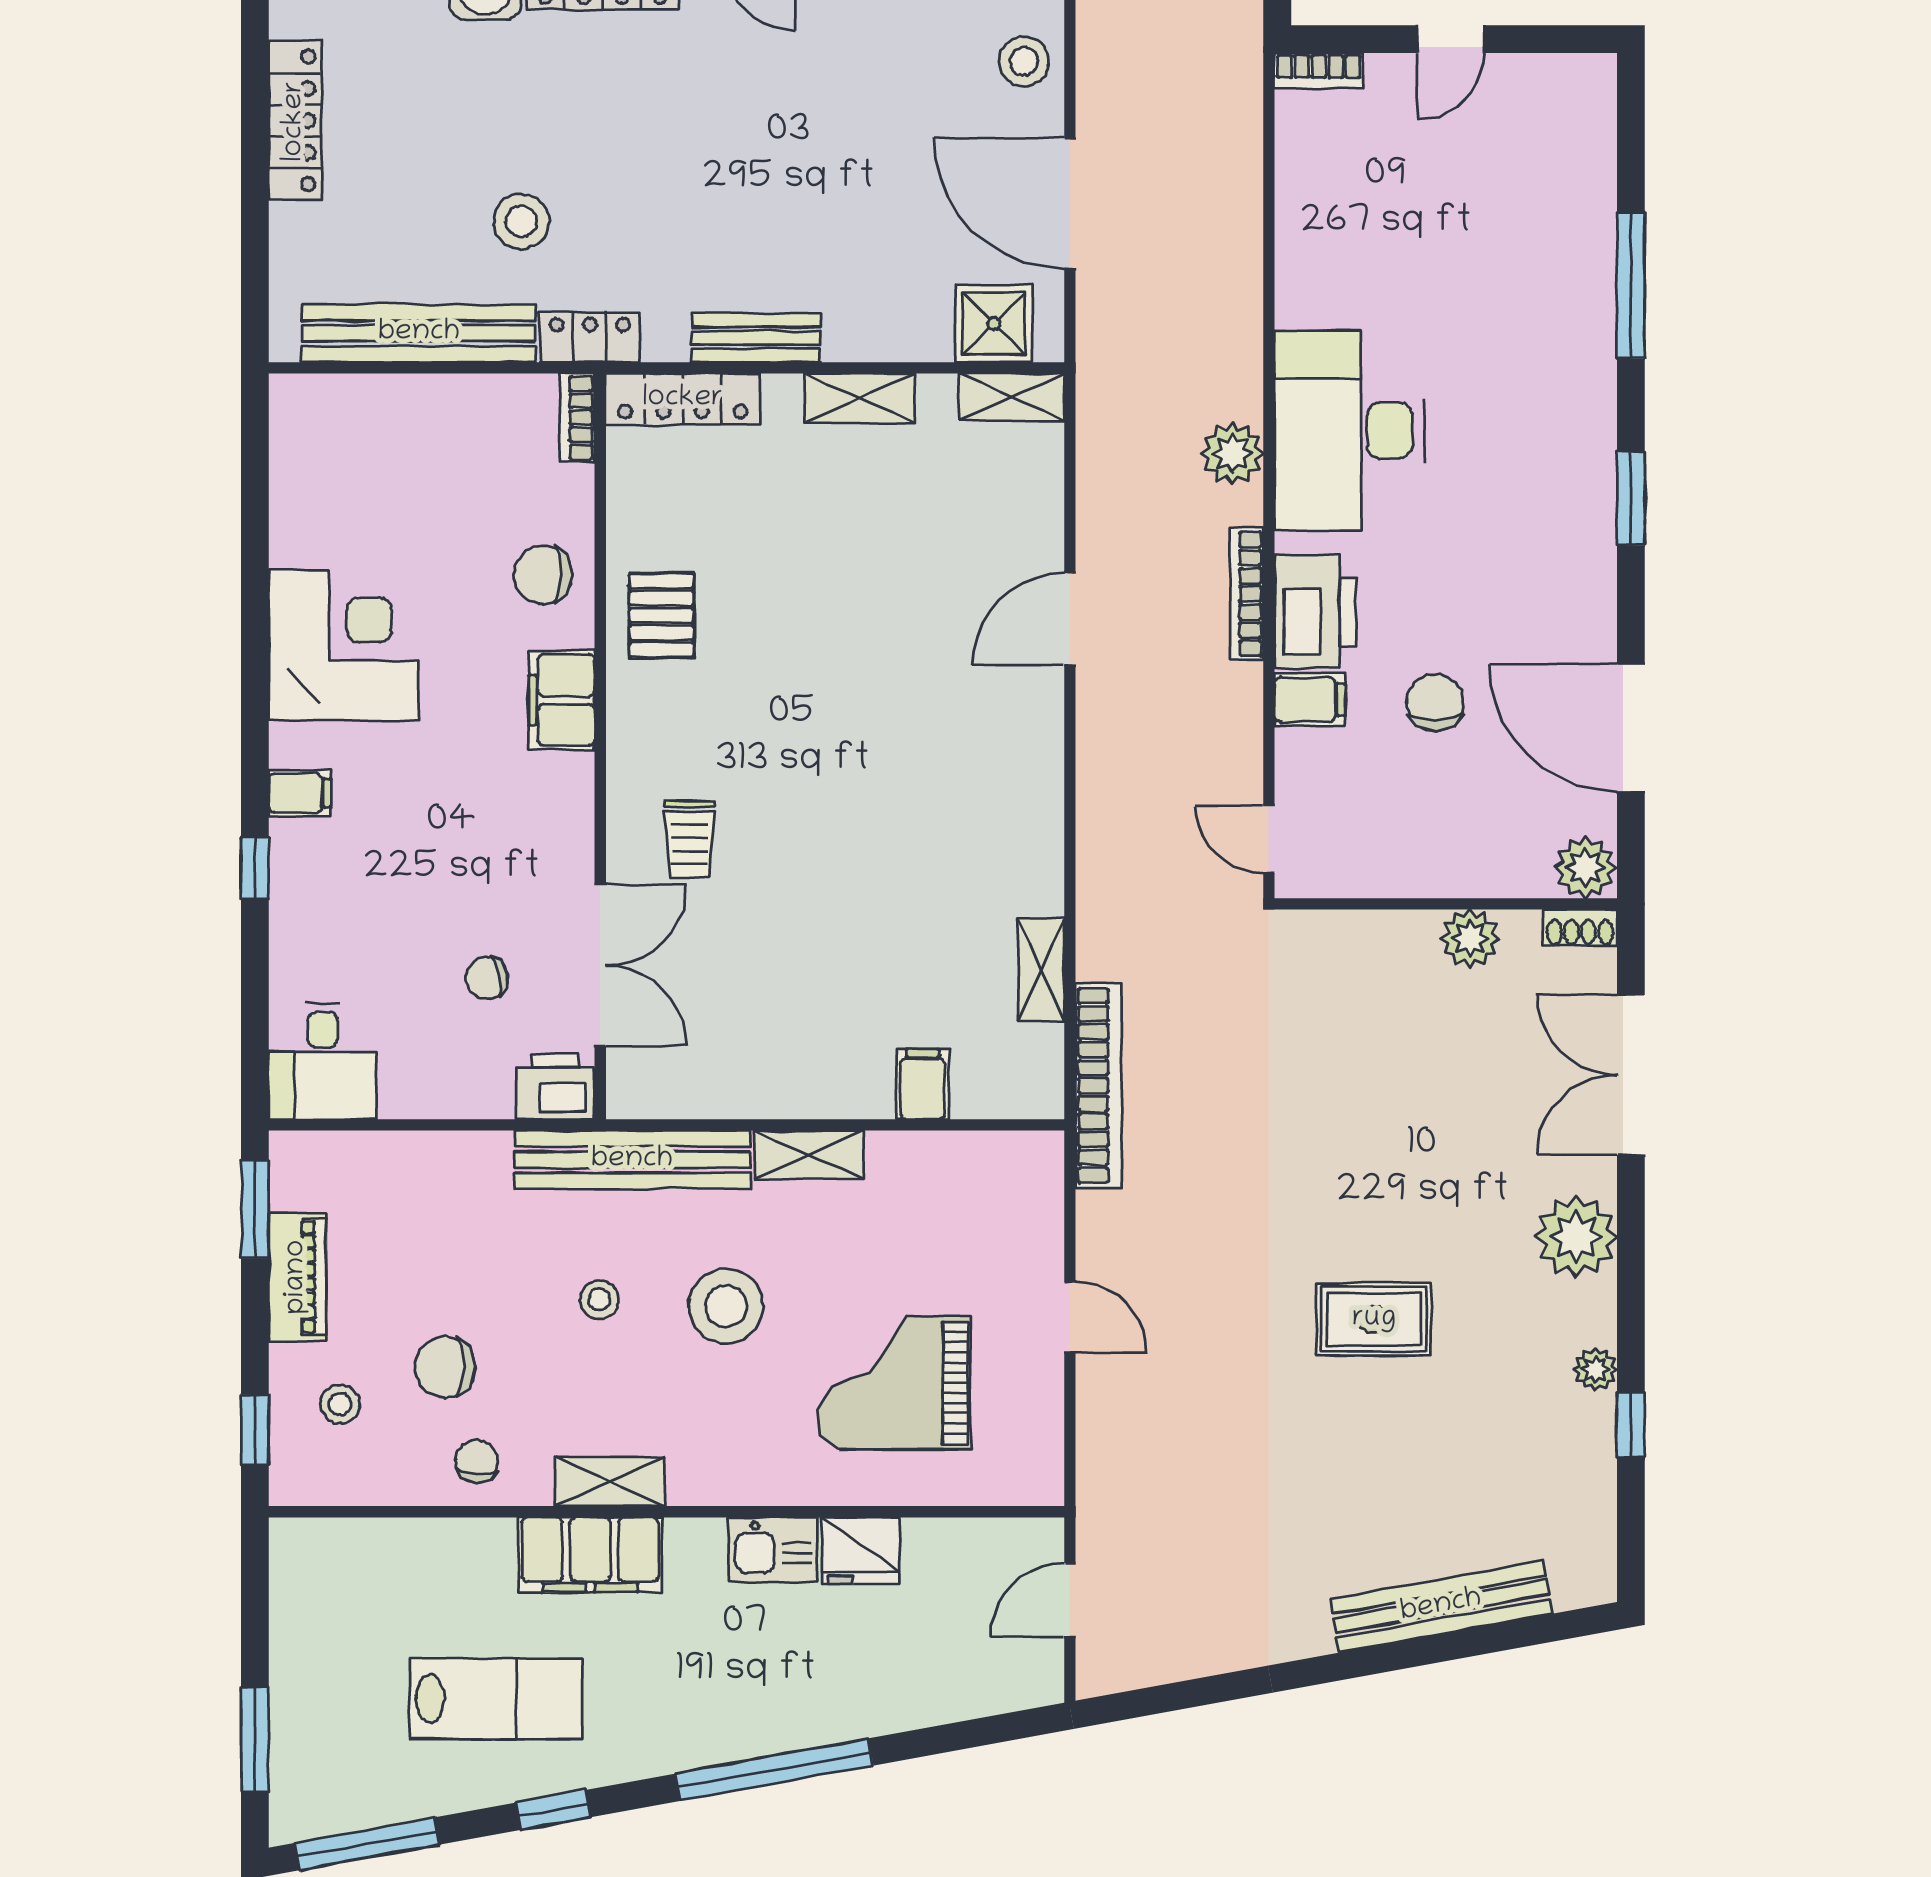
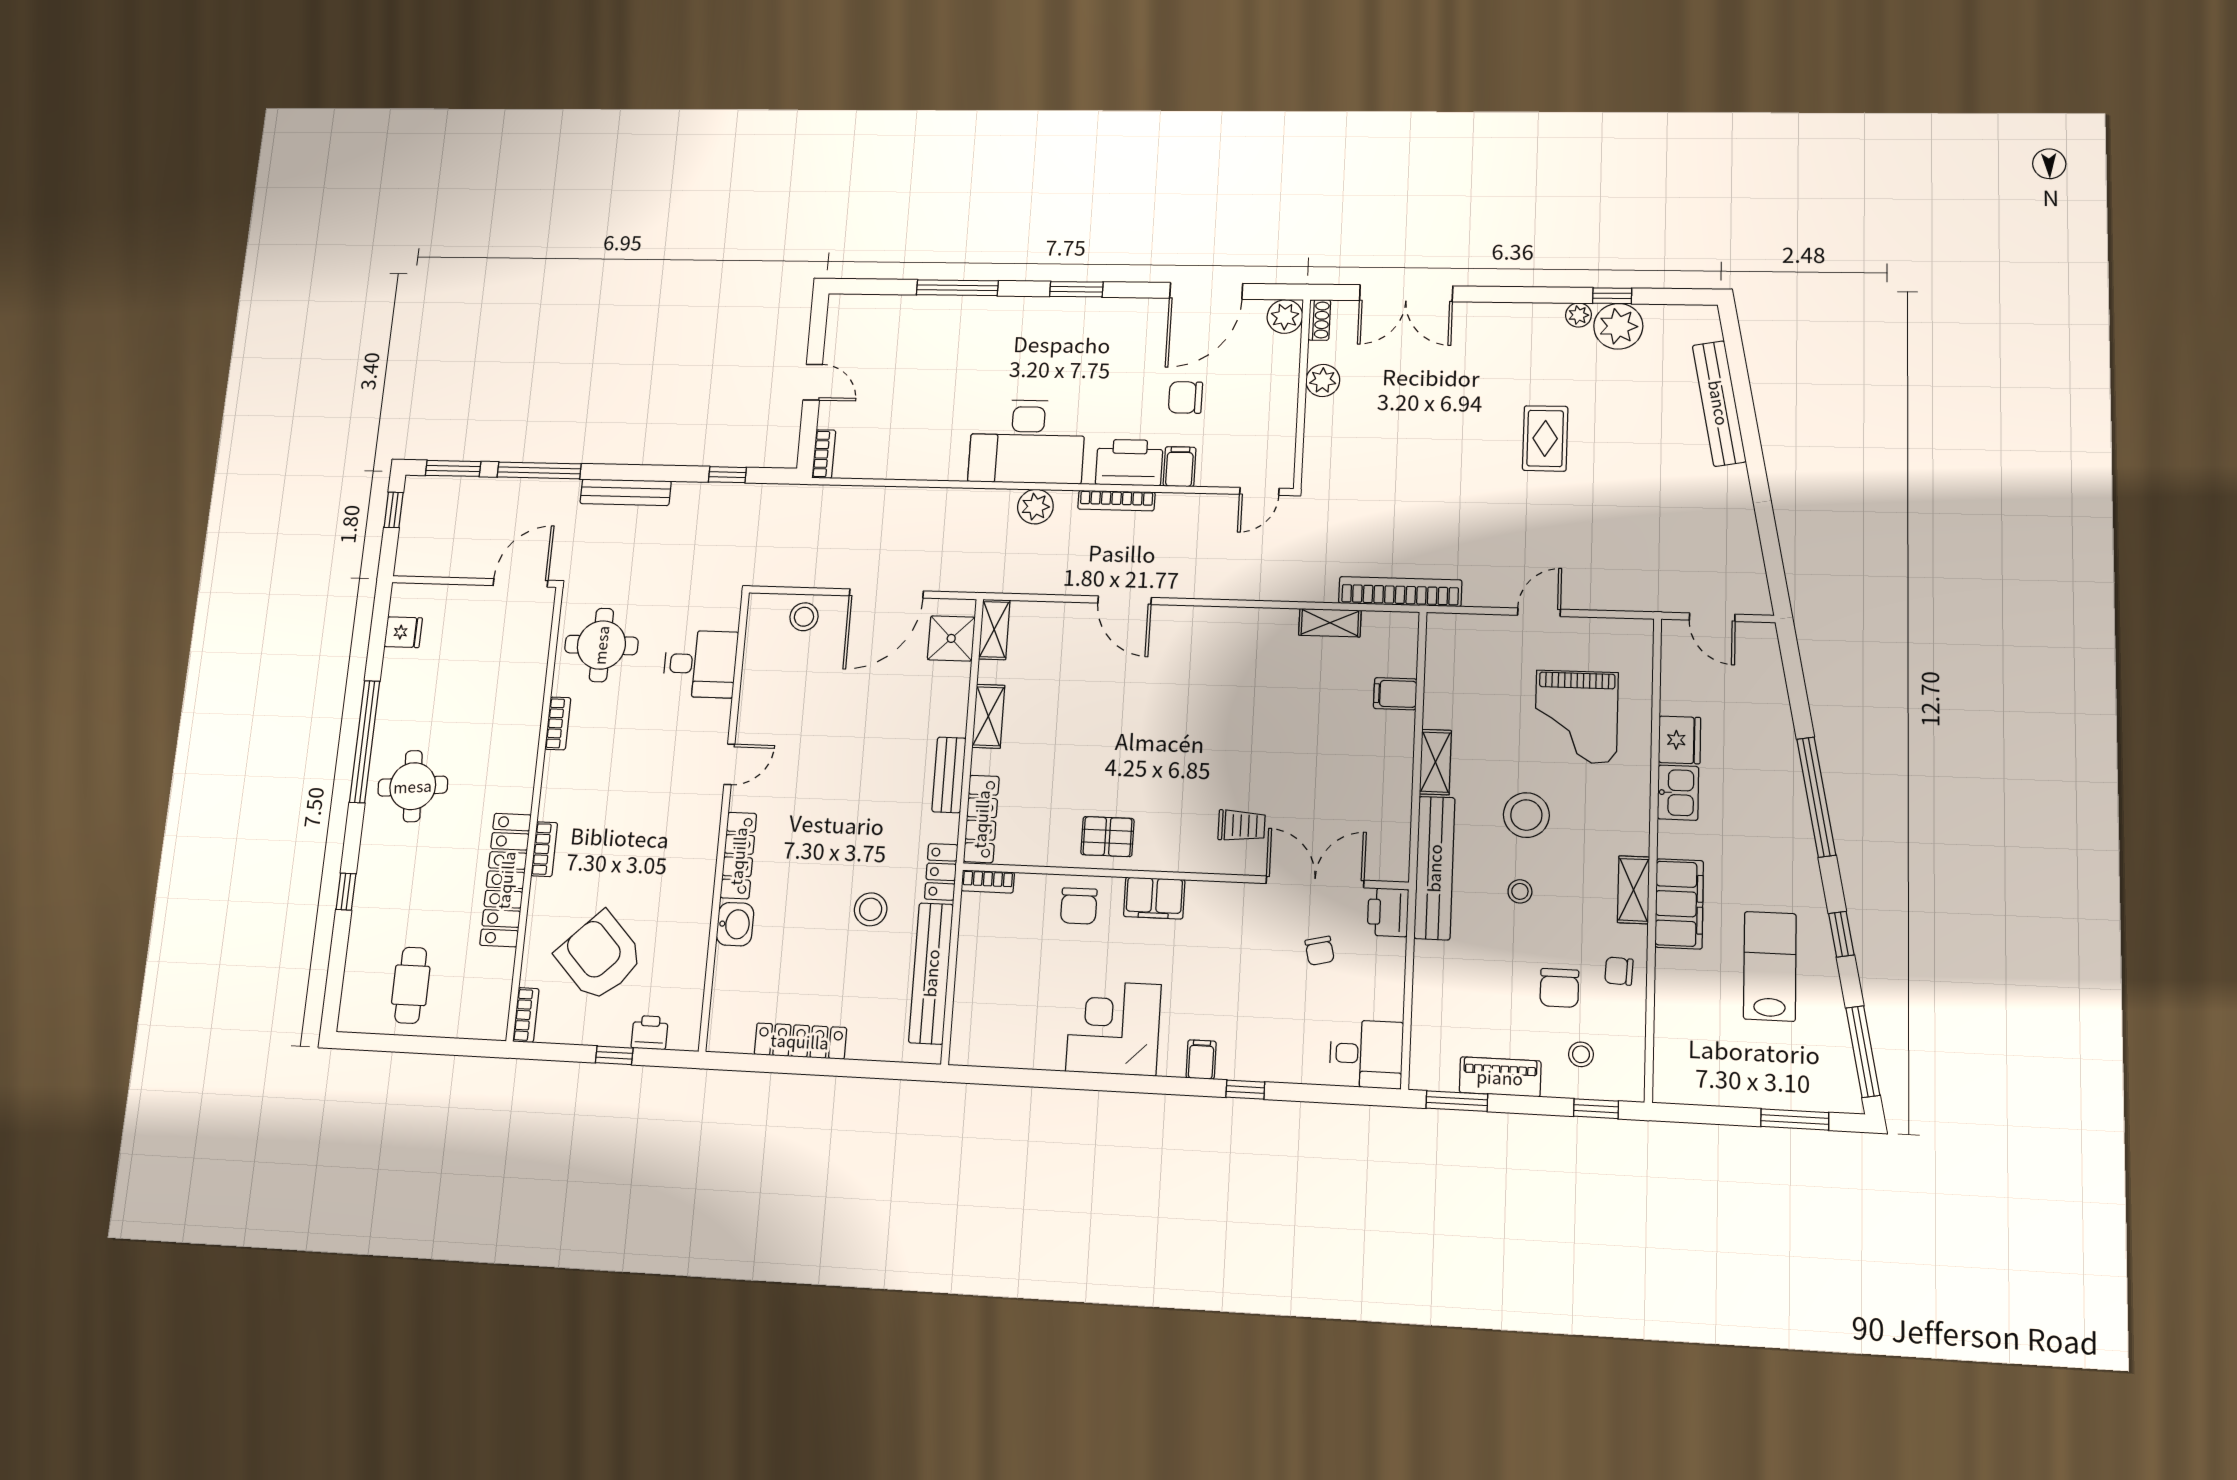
plant: (1576, 1237) -> (1618, 326), moved

